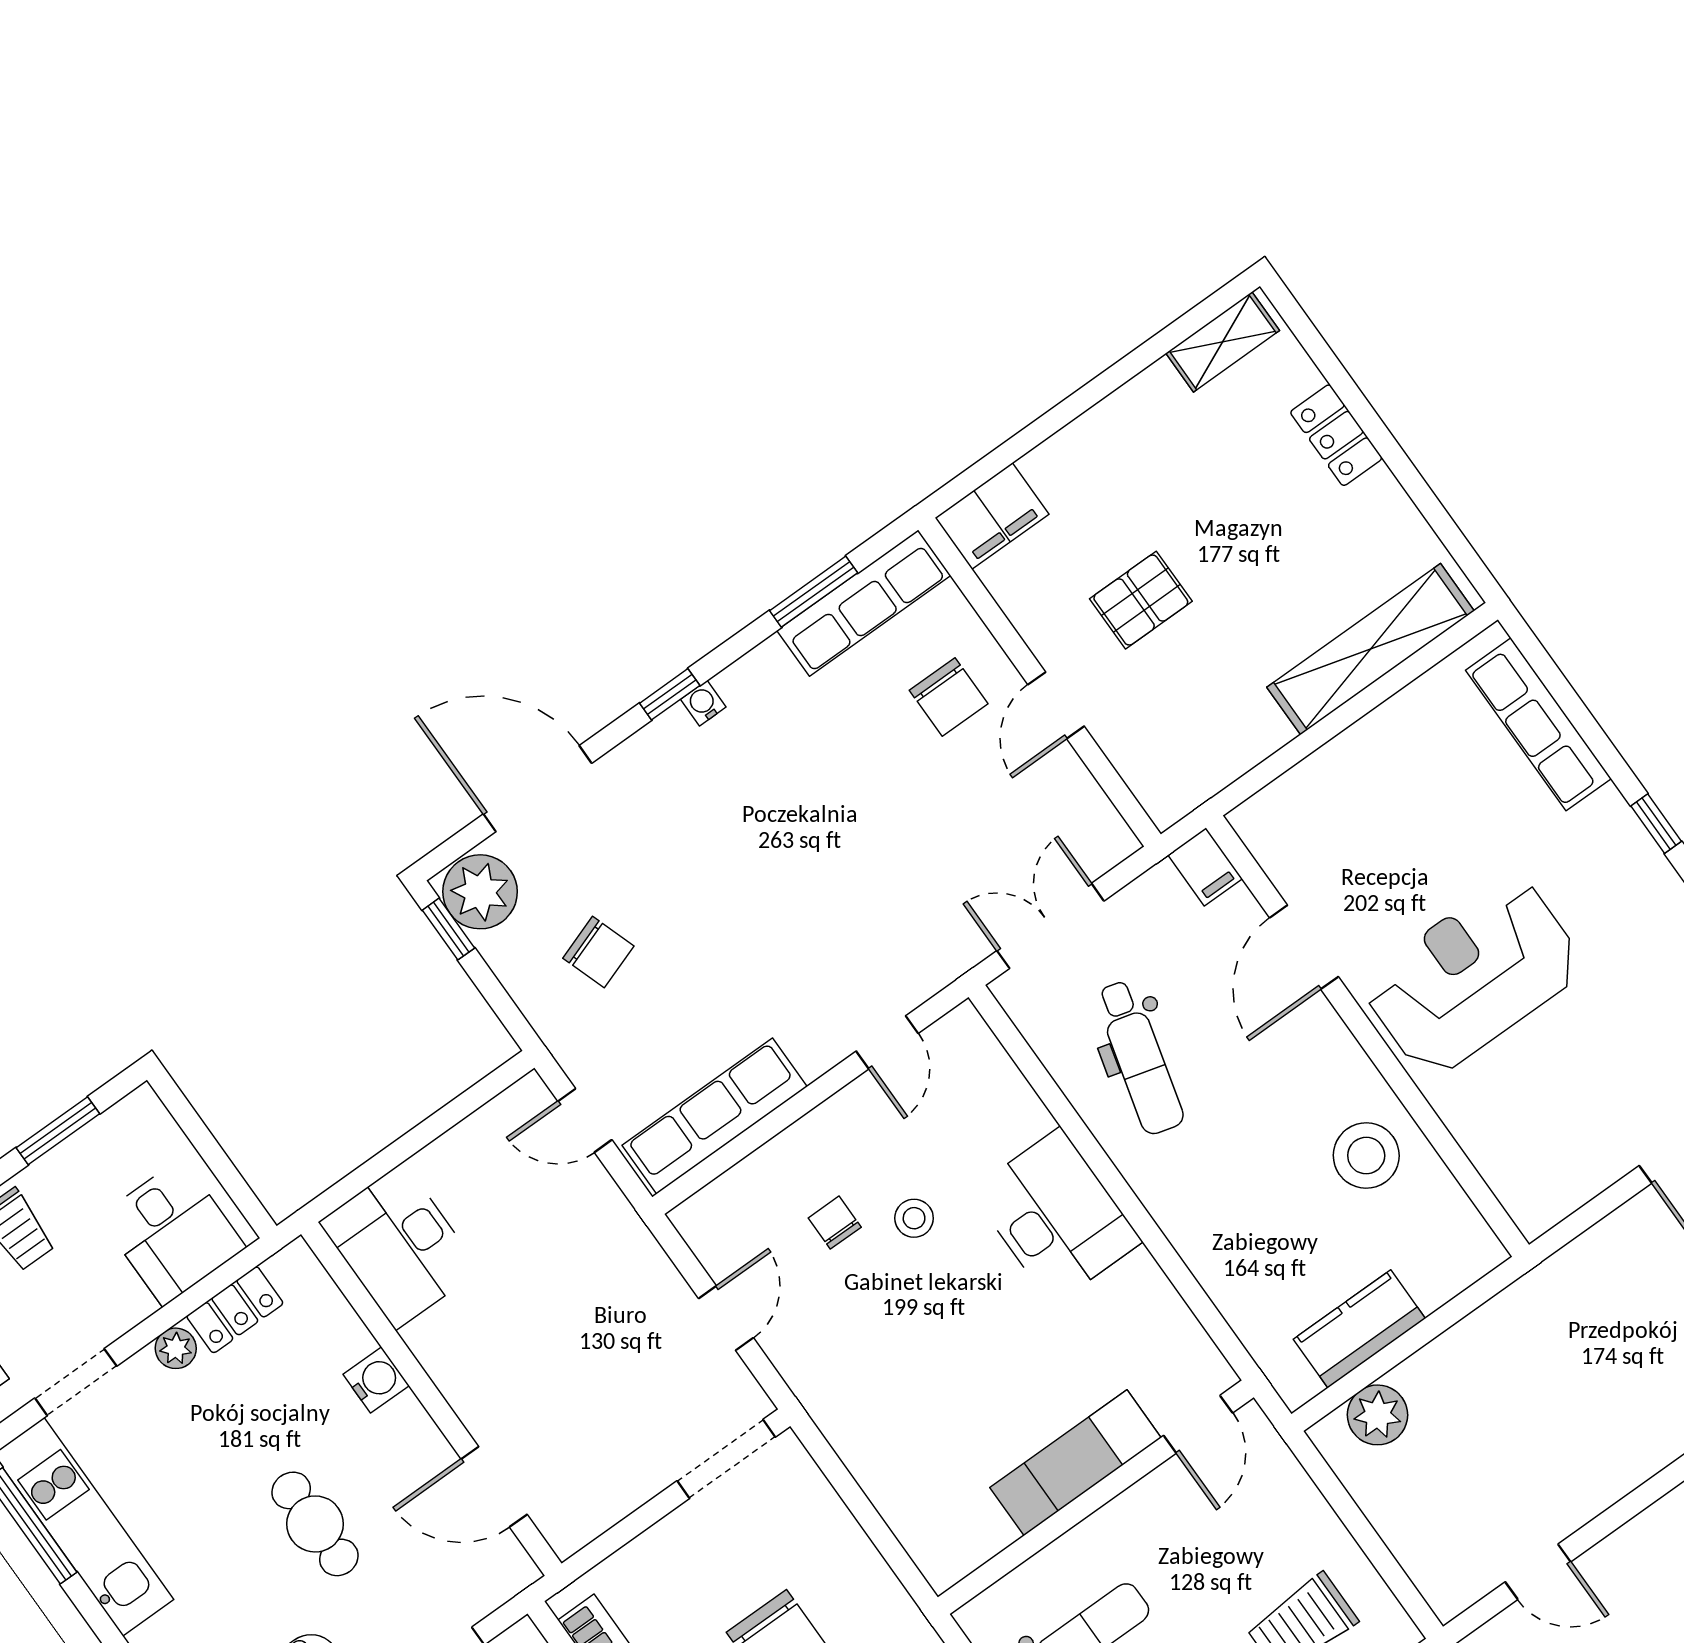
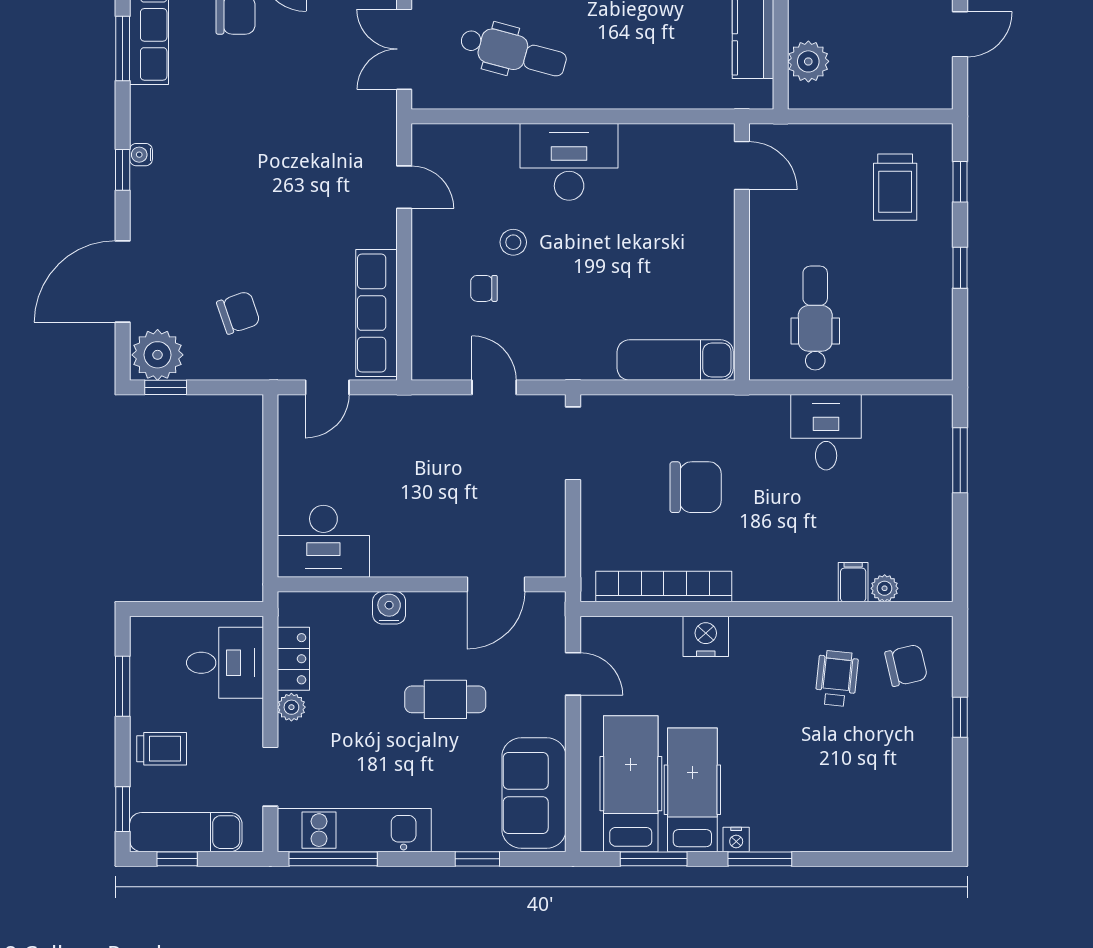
exam couch: (1076, 1463) -> (675, 360), moved, turned 90

